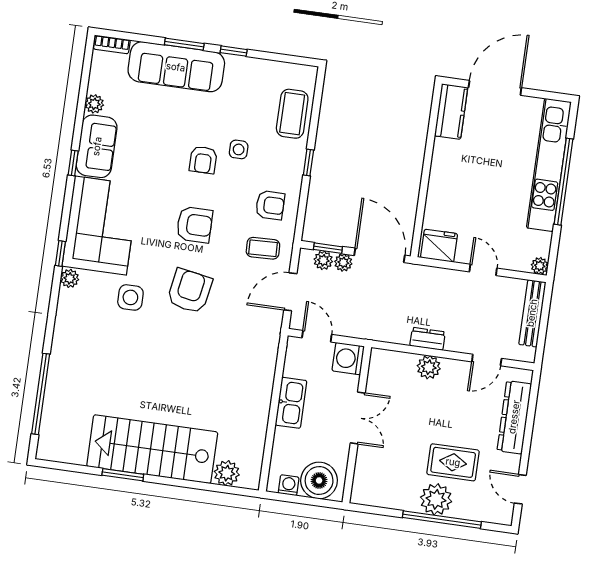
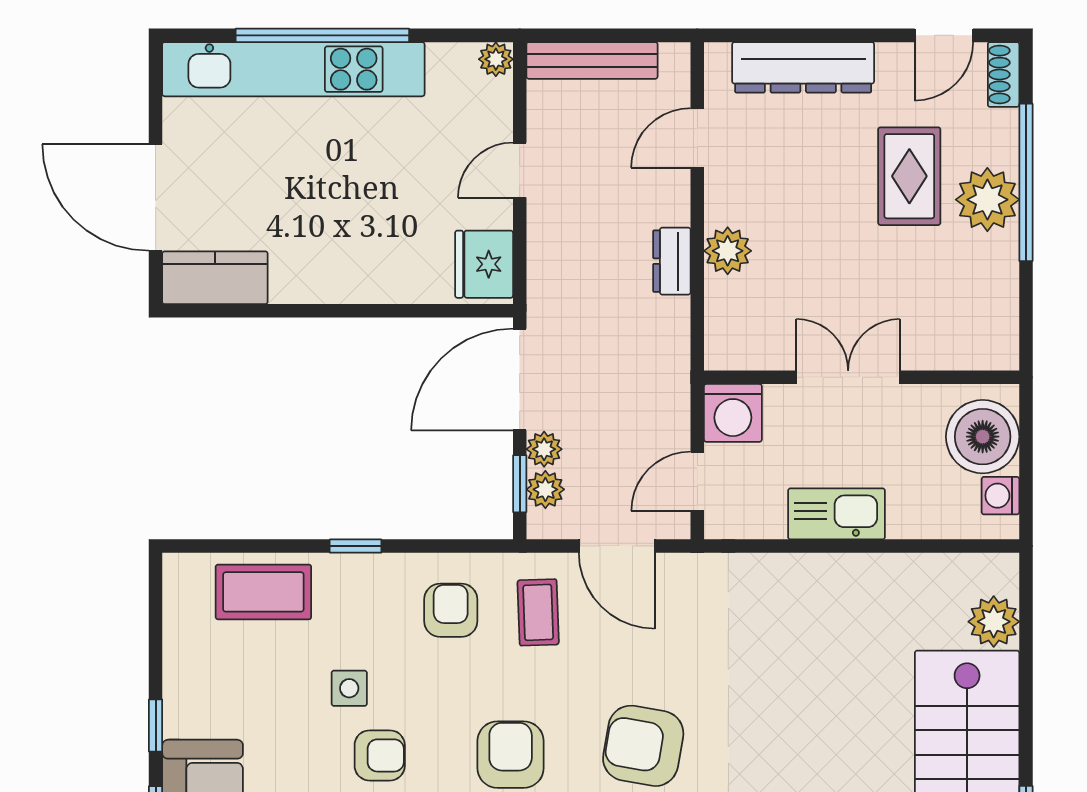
door: (487, 360) -> (697, 138), swing flipped
shoe rack: (497, 516) -> (1004, 74), added

